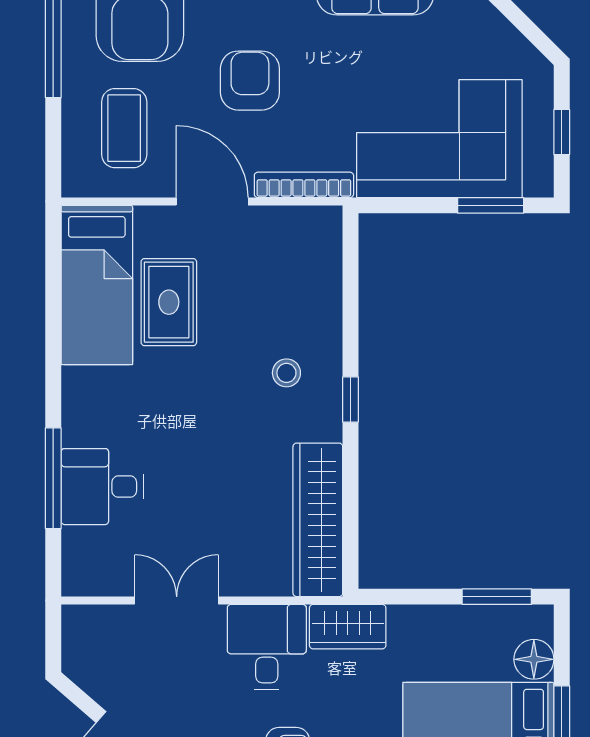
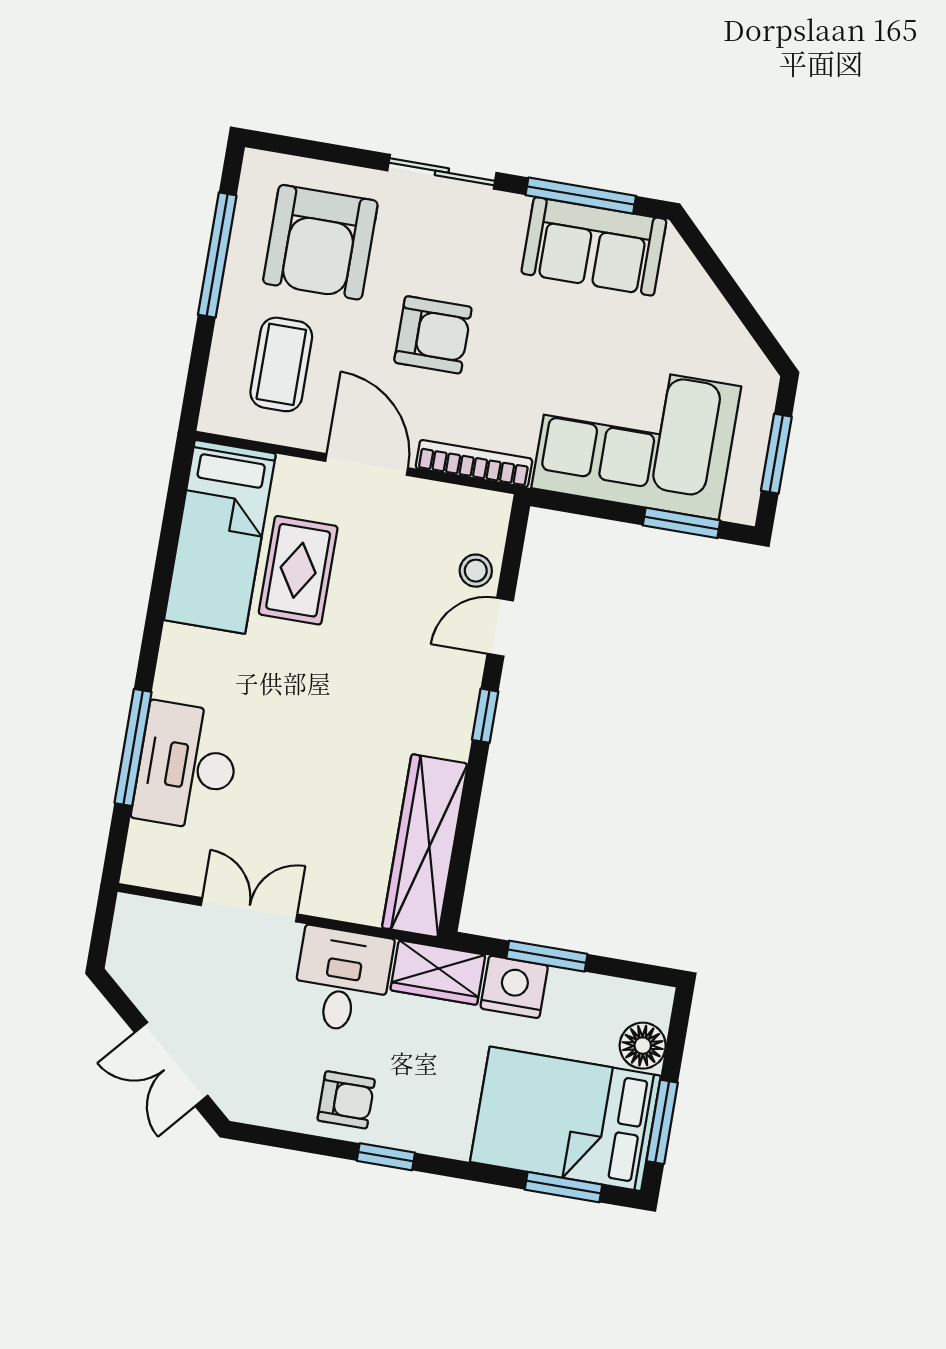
armchair: (250, 81) -> (433, 335), turned 90
window: (562, 132) -> (776, 454), width x1.50
door: (351, 321) -> (500, 627), added
stool: (286, 373) -> (476, 571), moved
desk: (102, 487) -> (187, 766), width x1.37
window: (497, 597) -> (547, 956), moved
nightstand: (415, 628) -> (514, 987), added

